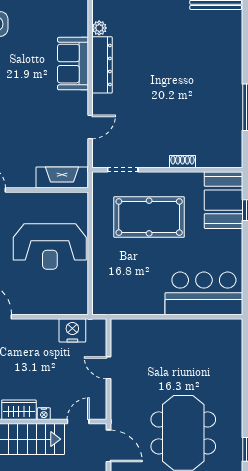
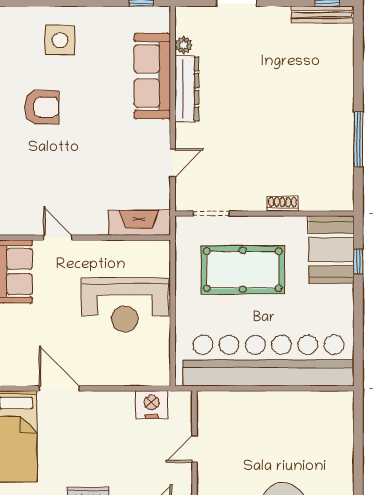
sofa: (73, 64) -> (152, 76), width x1.36
bar counter: (204, 293) -> (268, 361), width x1.86
door: (108, 368) -> (194, 449), hinge flipped

